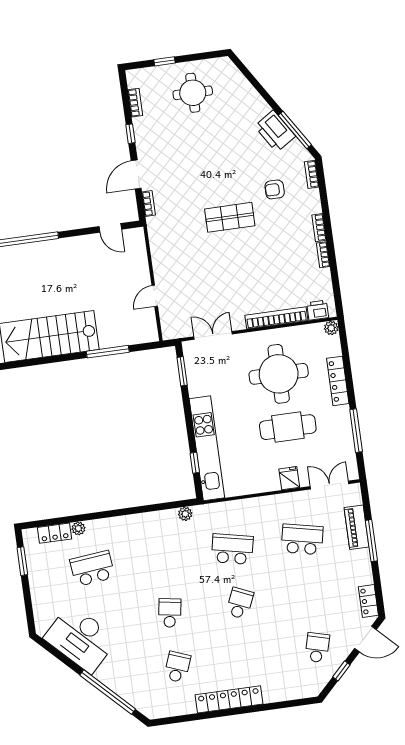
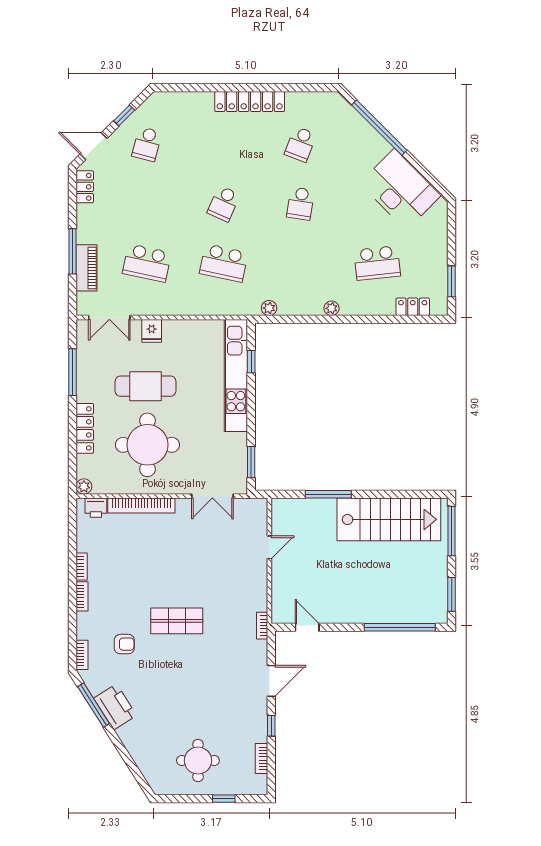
bookcase: (149, 204) -> (262, 626), moved
plant: (78, 528) -> (331, 308), moved

